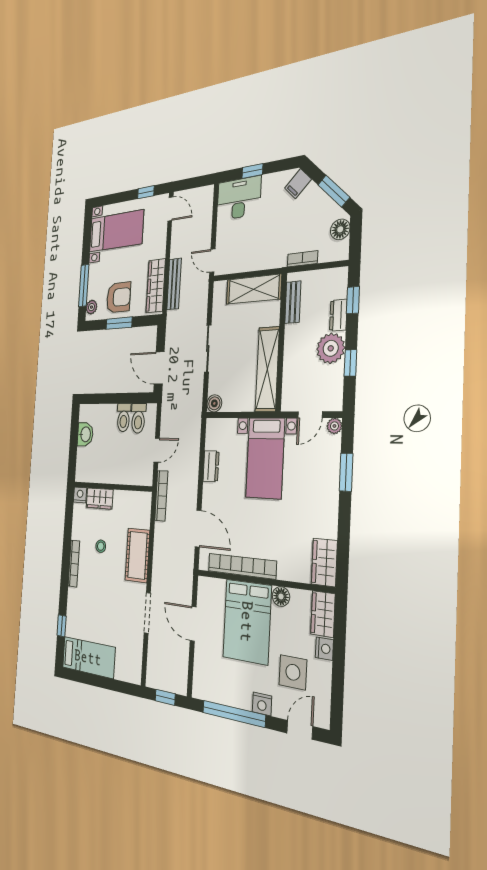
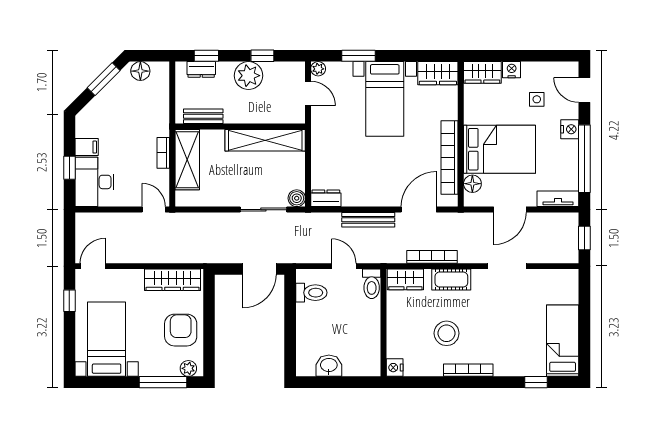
filing cabinet: (298, 184) -> (87, 147), moved, turned -45
bookcase: (302, 259) -> (163, 153), moved
door: (212, 261) -> (154, 210), swing flipped
bench: (174, 284) -> (368, 220), moved
dresser: (338, 315) -> (201, 69), moved
window: (119, 323) -> (209, 327), removed
sliding door: (208, 348) -> (263, 210), moved
toilet: (124, 418) -> (372, 284), moved, turned 90
bed with nightstands: (265, 458) -> (385, 99), moved, turned 90
dresser: (211, 466) -> (326, 198), moved
bookcase: (161, 496) -> (432, 257), moved
wardrobe: (100, 498) -> (405, 279), moved, turned 90
stool: (101, 546) -> (447, 333), width x1.89, depth x1.89
cot: (137, 555) -> (451, 280), width x0.73, depth x0.75
floor lamp: (281, 596) -> (472, 184), moved
side table: (293, 672) -> (537, 99), width x0.54, depth x0.54
tv unit: (200, 677) -> (558, 199), added

